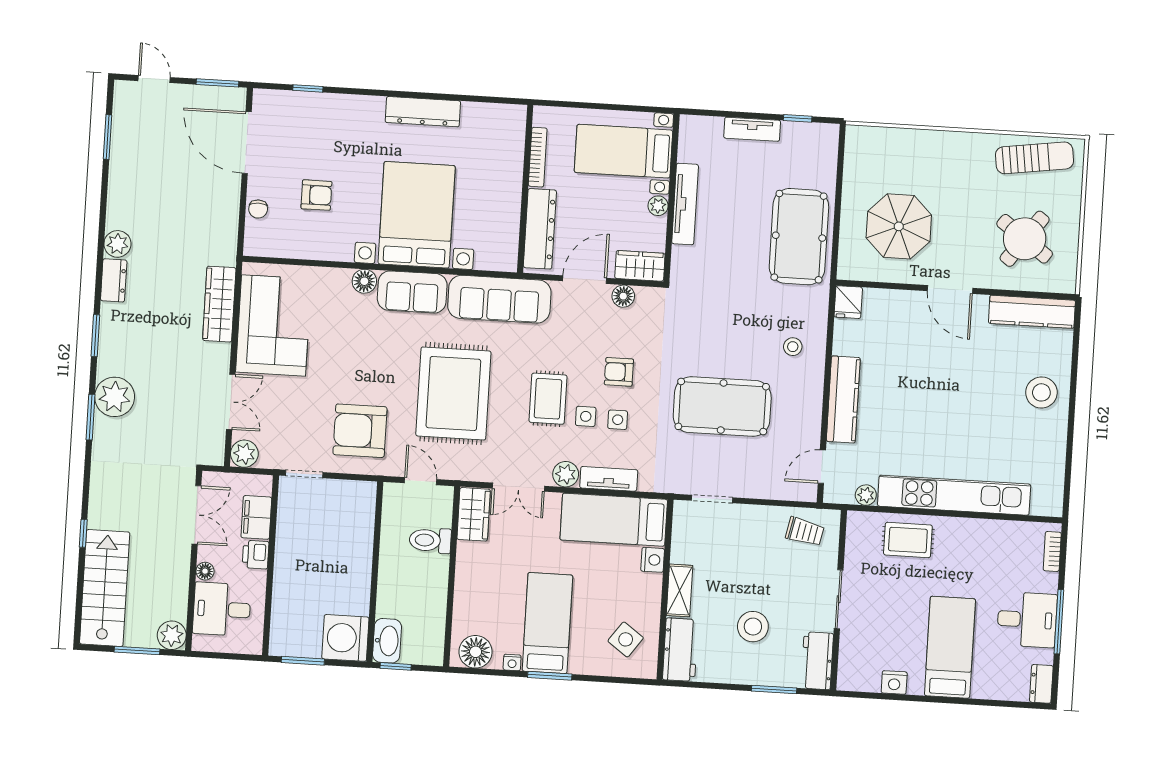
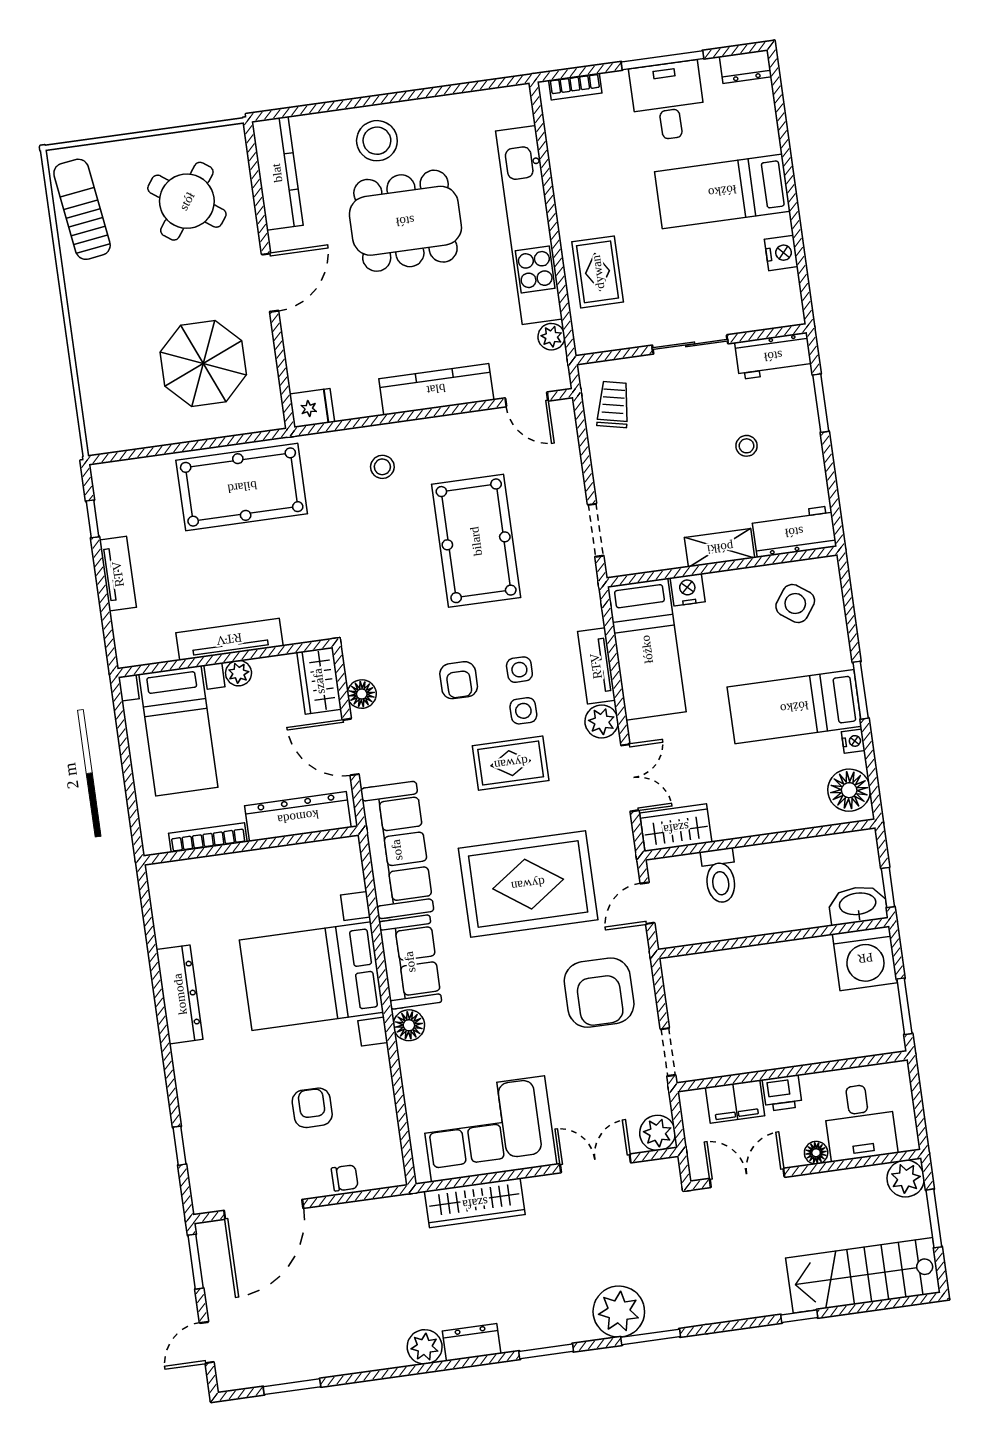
dining table: (976, 402) -> (405, 221), added
stool: (753, 627) -> (746, 446), width x0.53, depth x0.53

